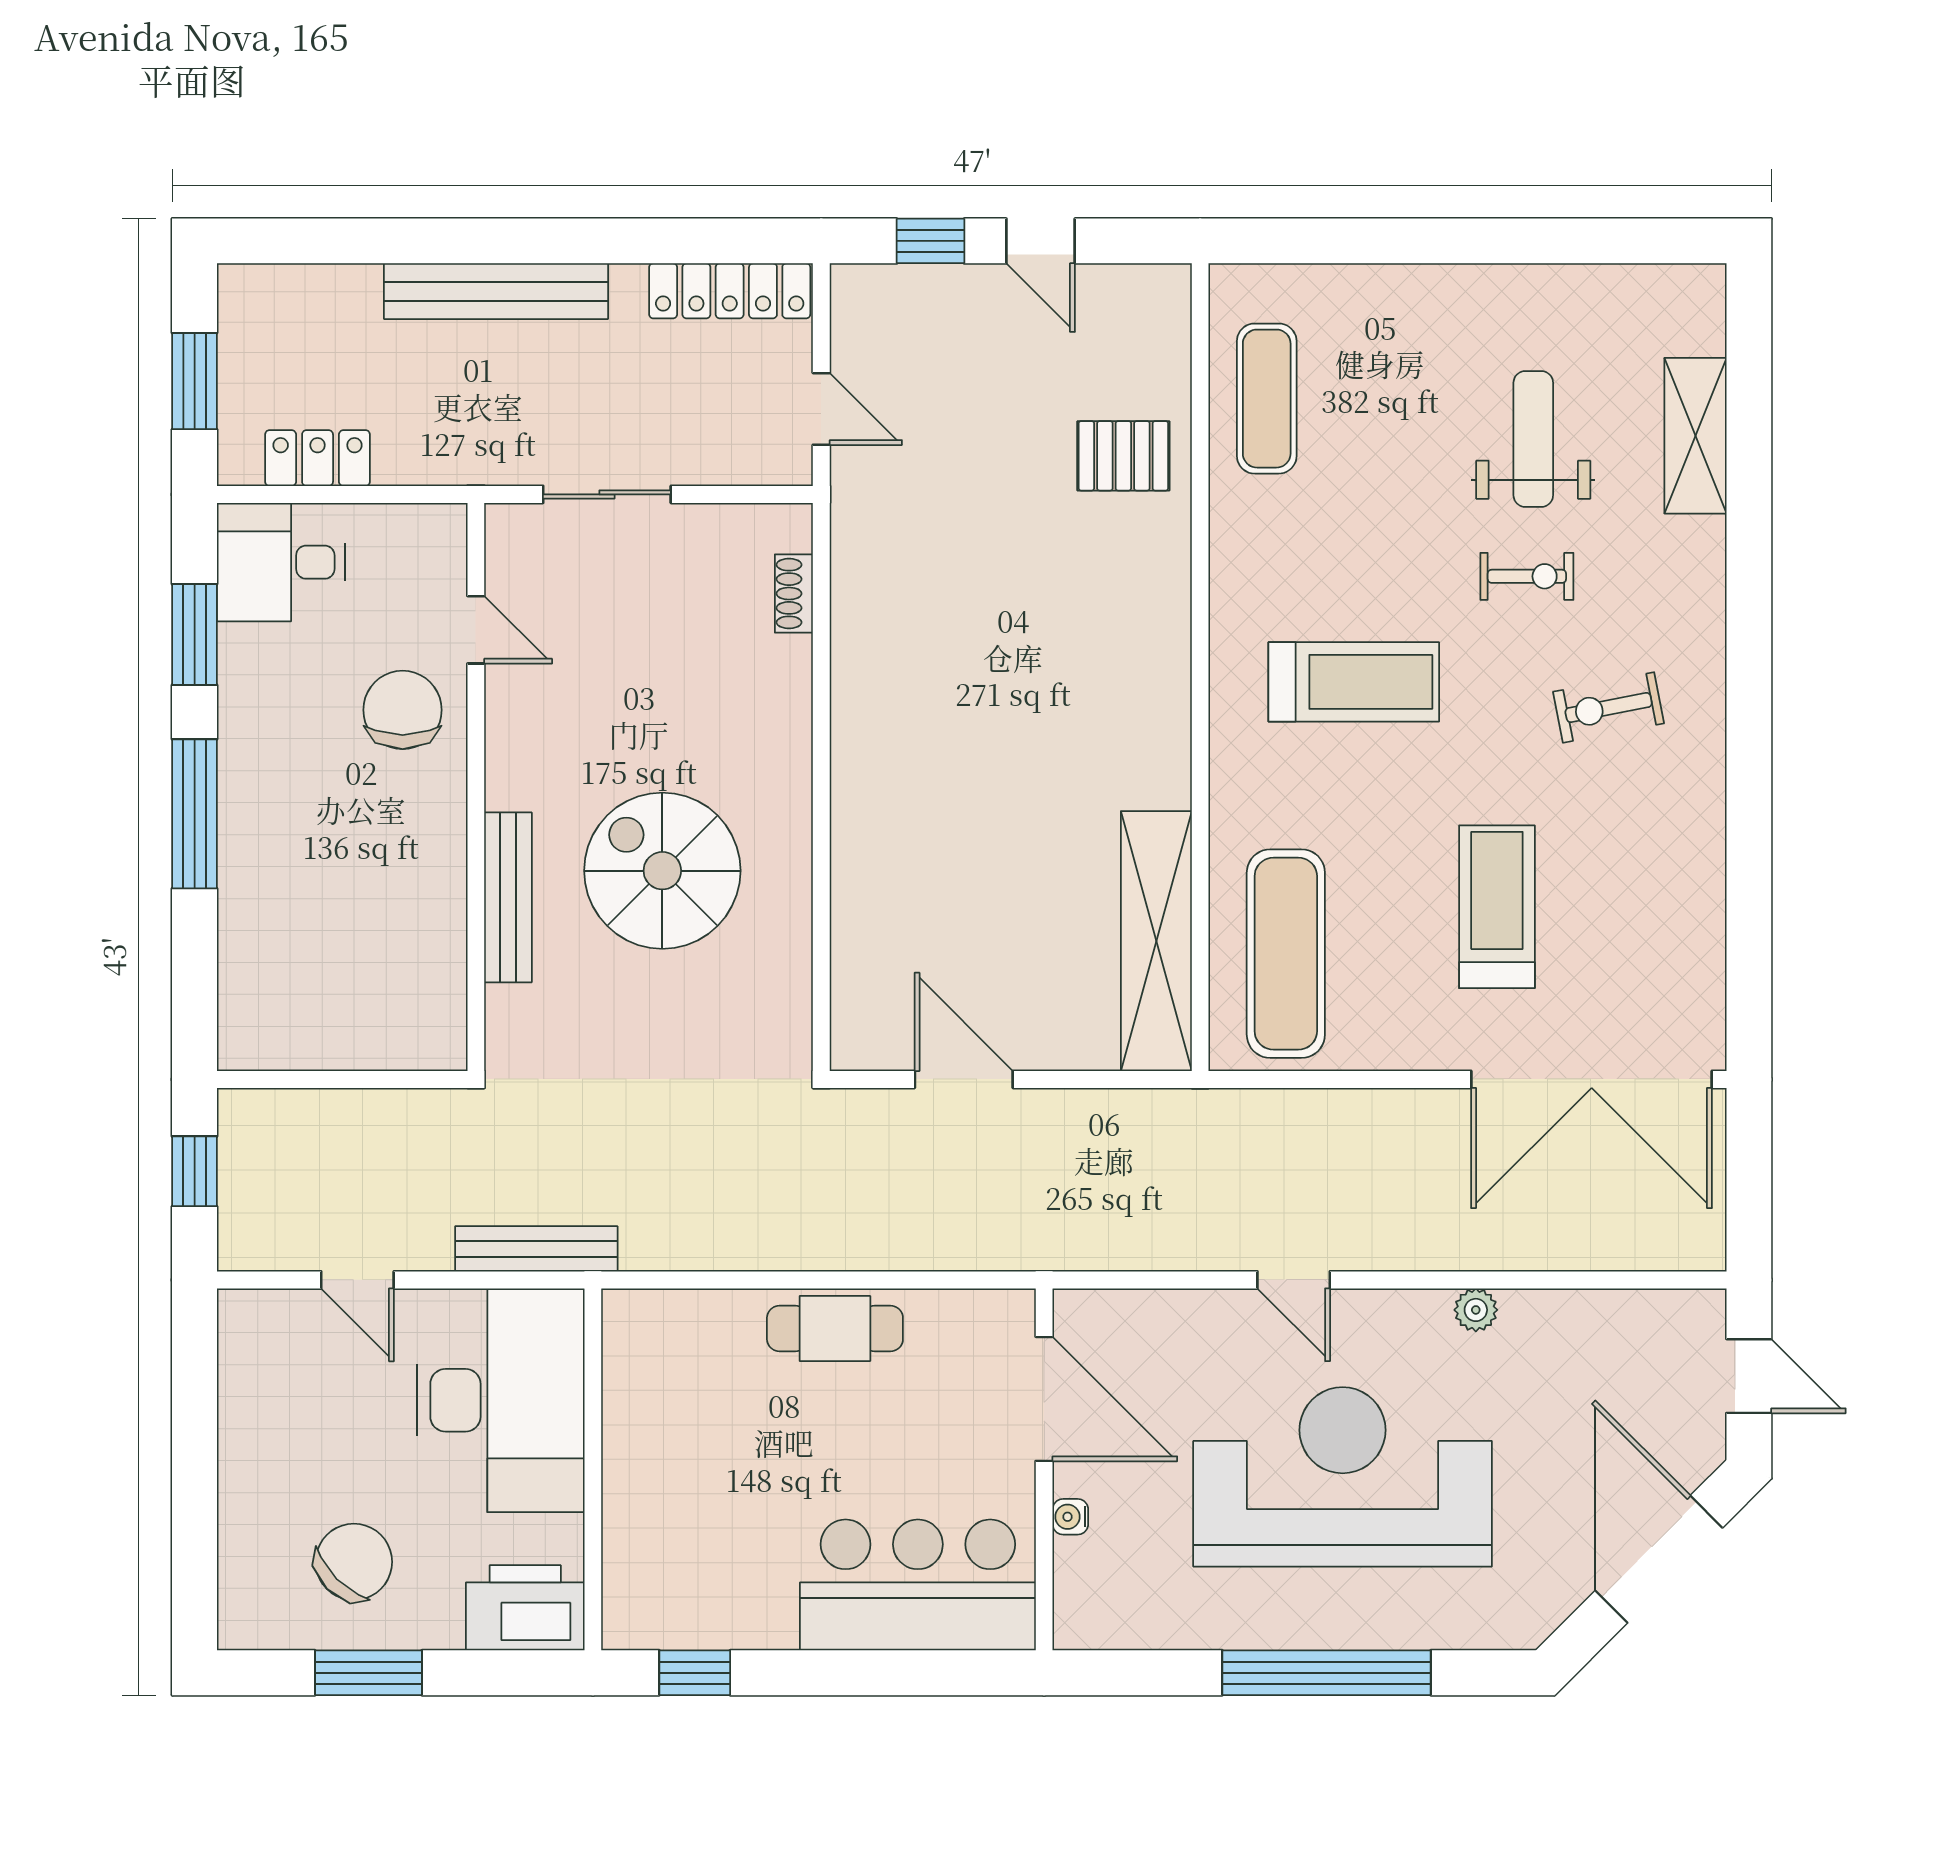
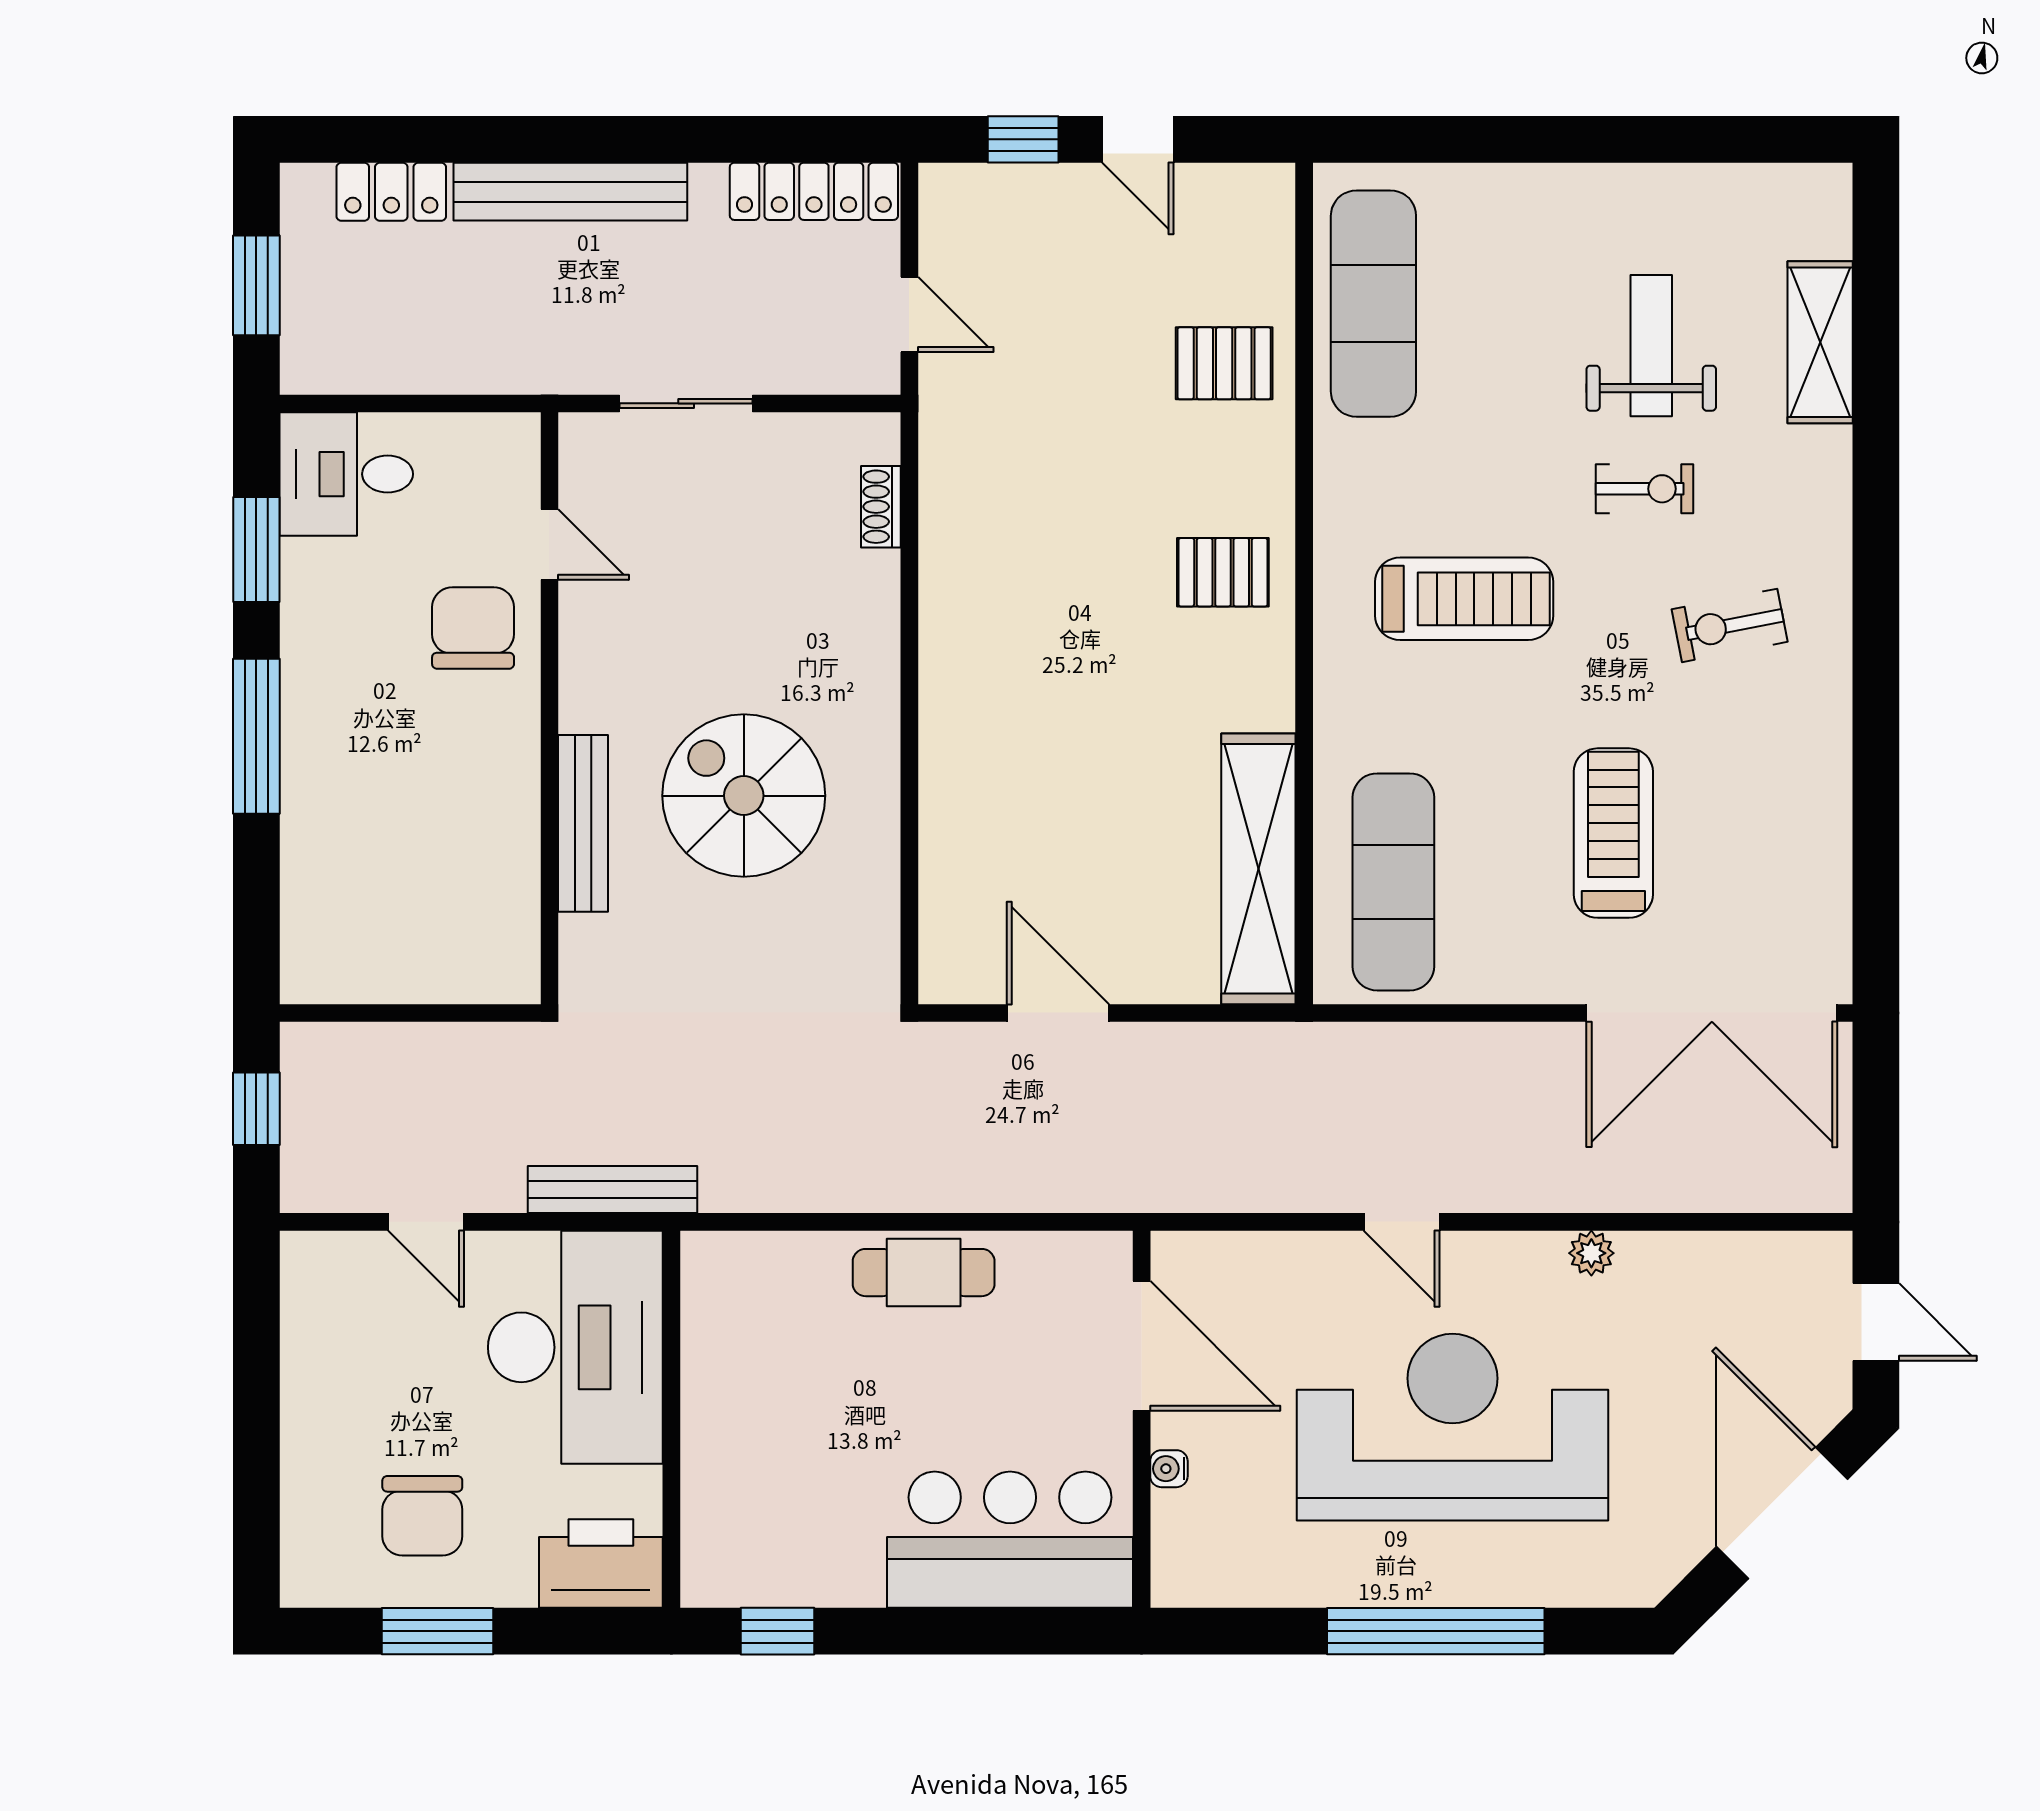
exercise mat: (1267, 399) -> (1373, 304), width x1.36, depth x1.45
locker: (318, 458) -> (391, 192), moved, turned 180
pallet: (1122, 656) -> (1223, 572), added
chair: (354, 1562) -> (422, 1516), turned 135

